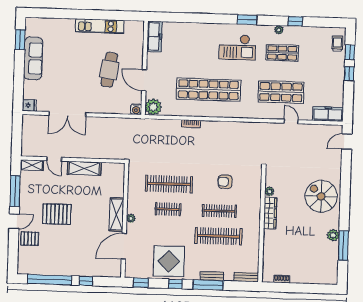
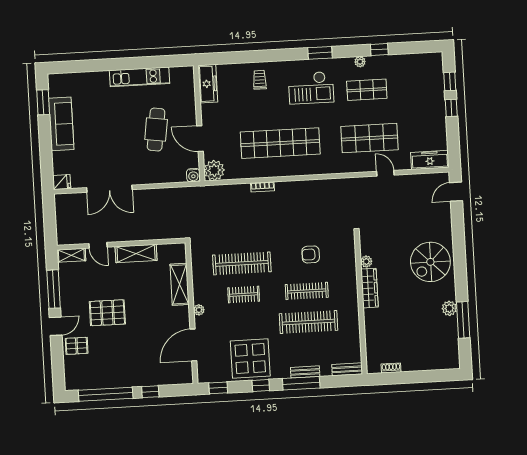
trolley: (337, 44) -> (260, 80), moved
spiral stairs: (321, 196) -> (430, 262), turned -90
shelving: (116, 215) -> (180, 284), moved

